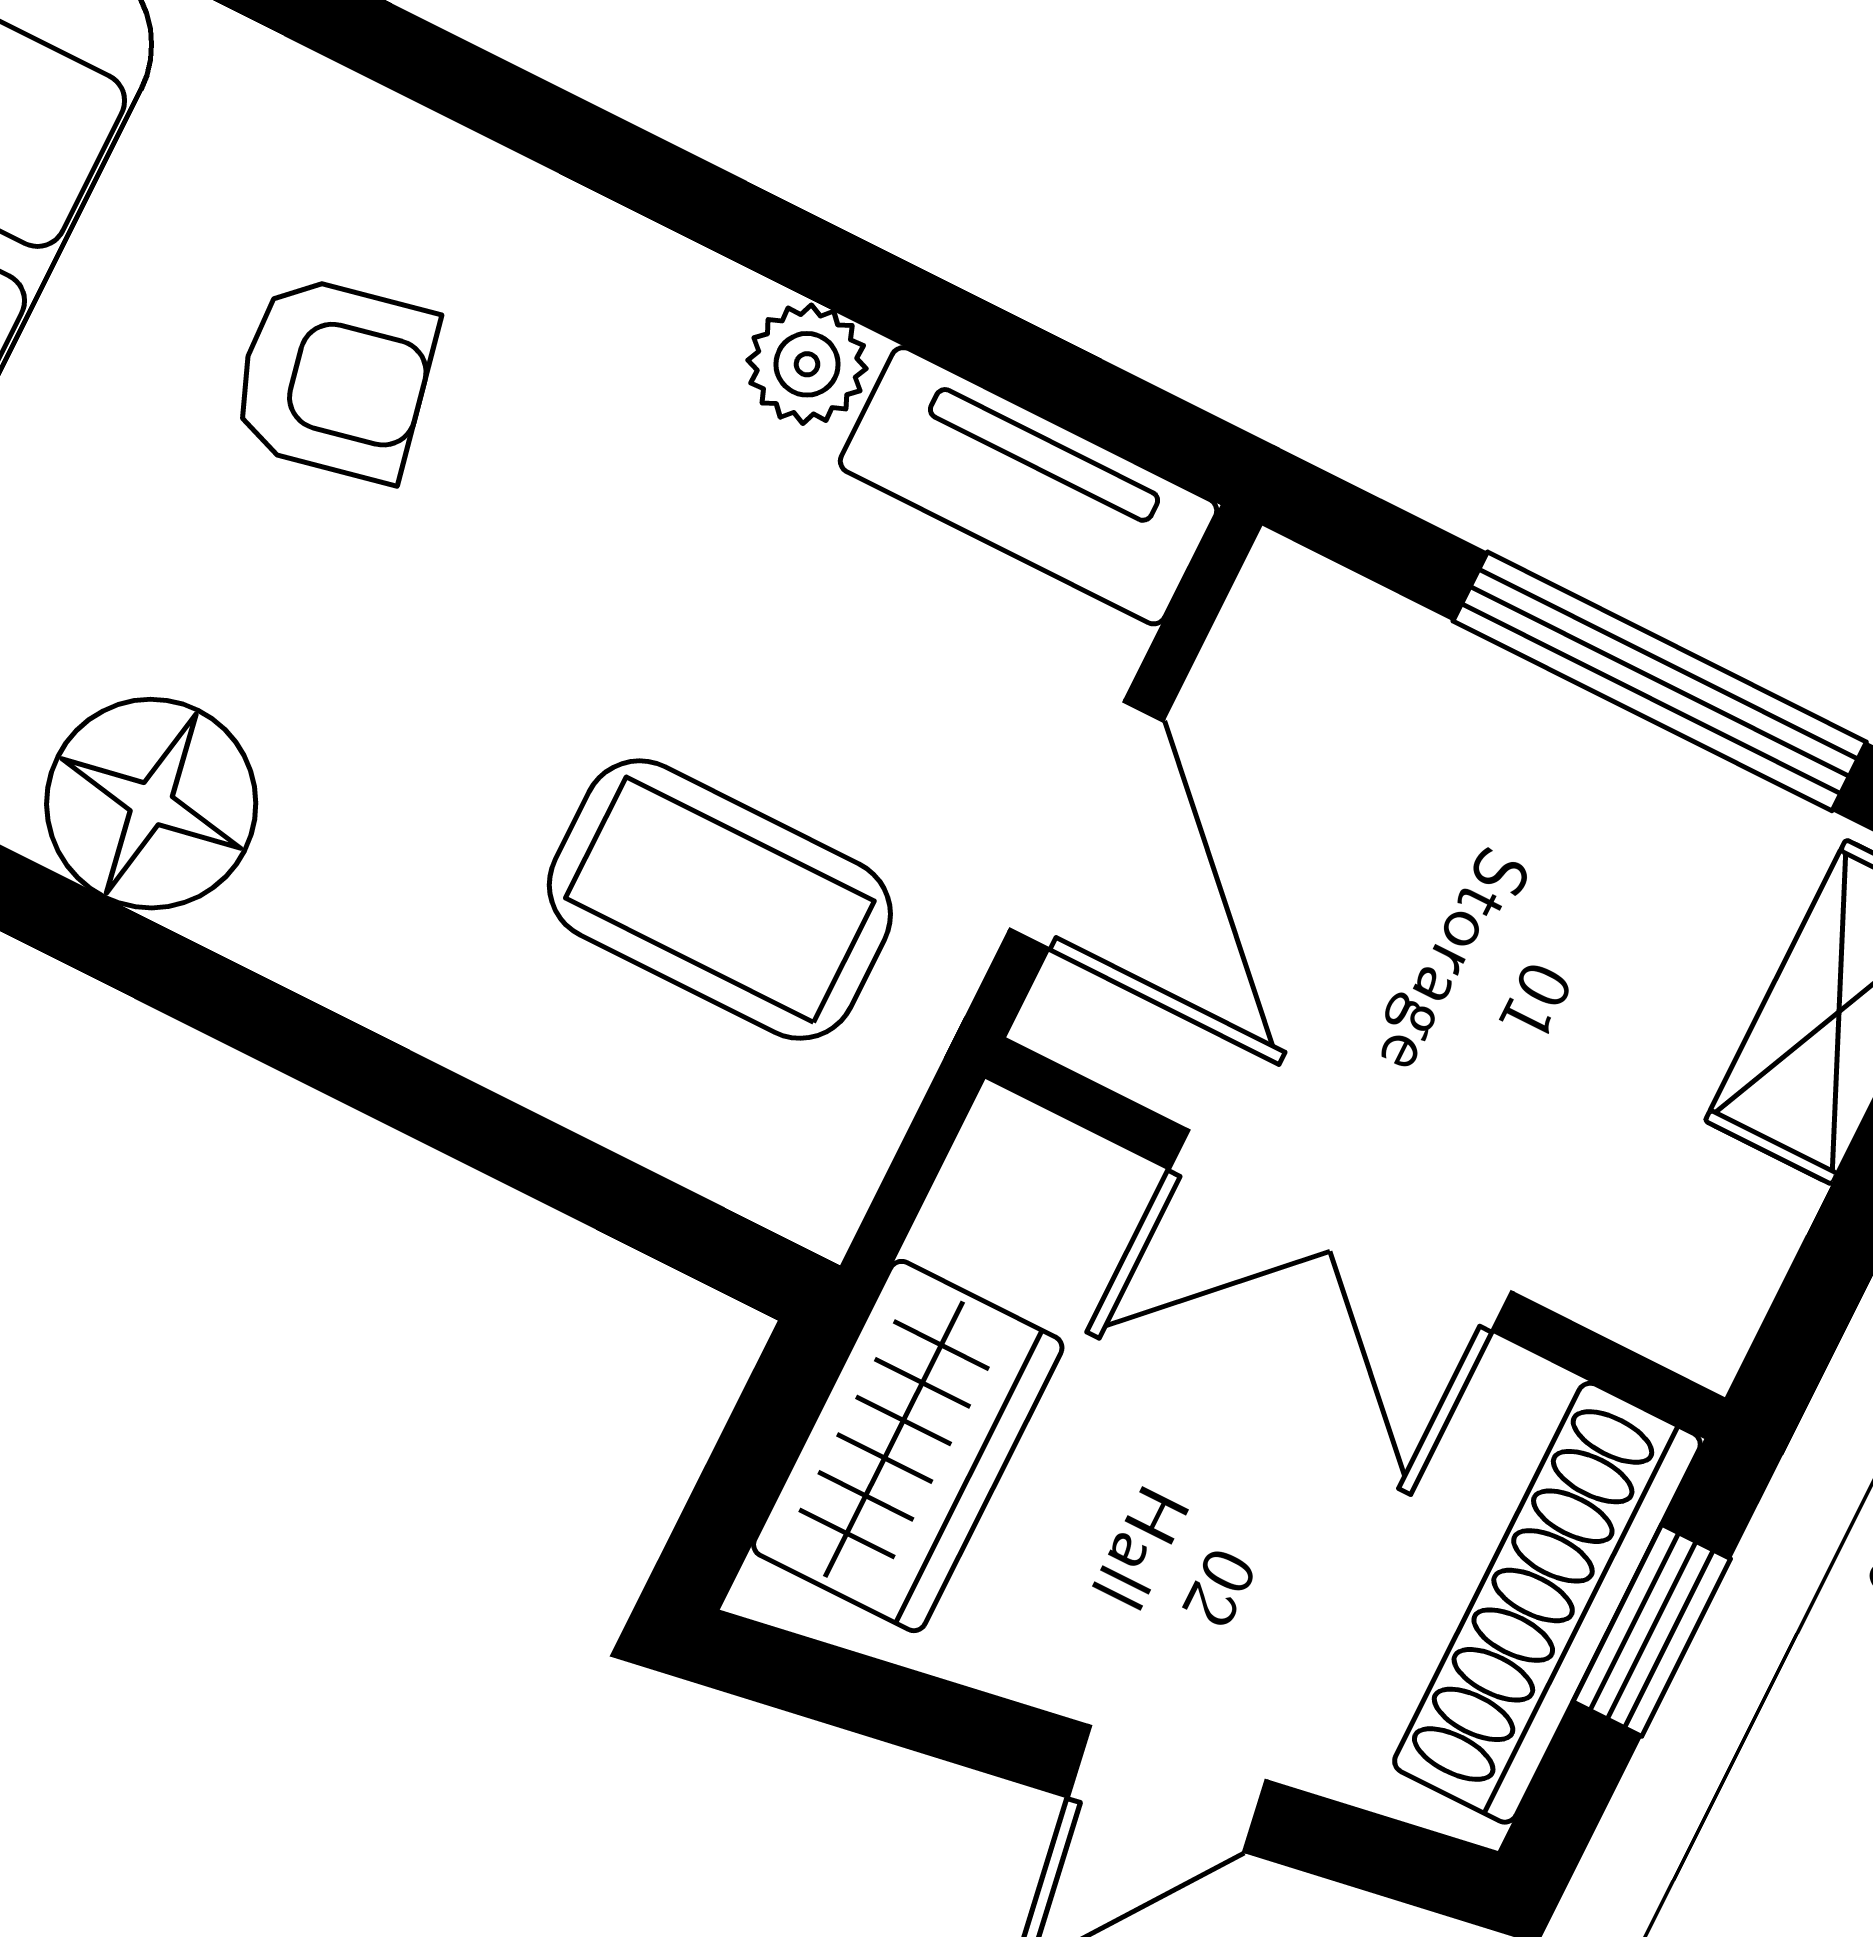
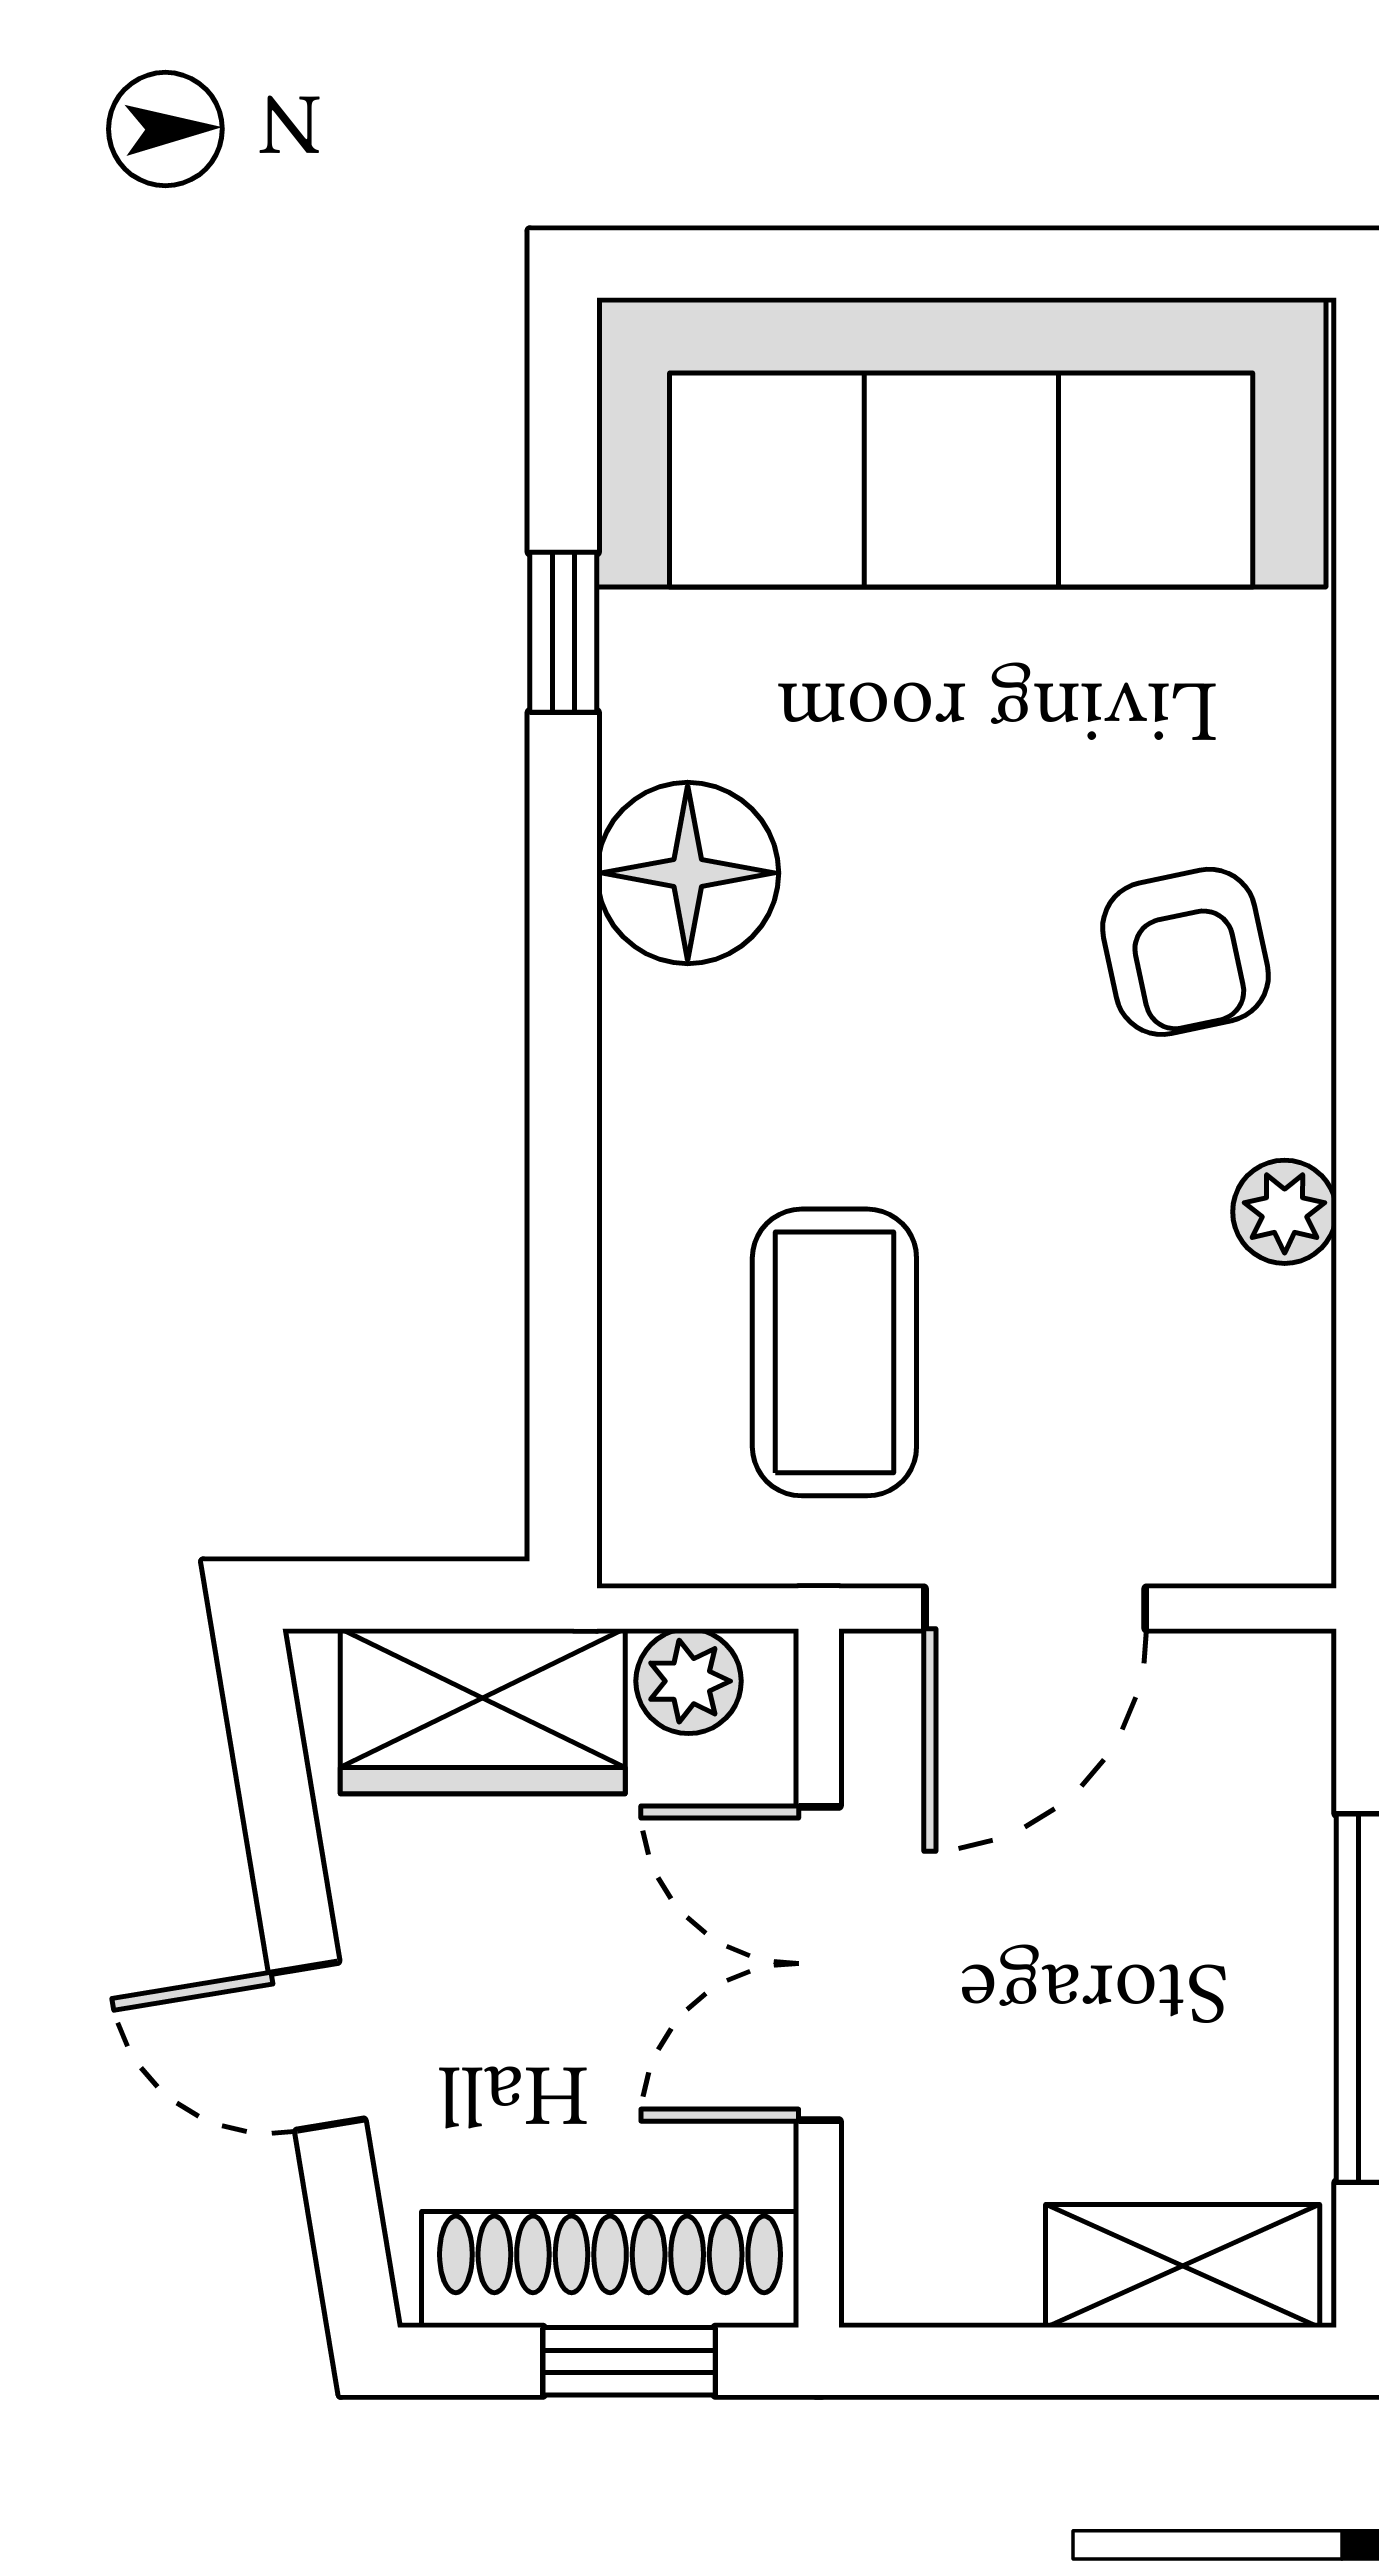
armchair: (334, 378) -> (1185, 952), moved
tv unit: (1029, 486) -> (1276, 1431), removed
plant: (983, 1219) -> (689, 1681), added

